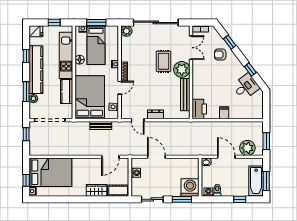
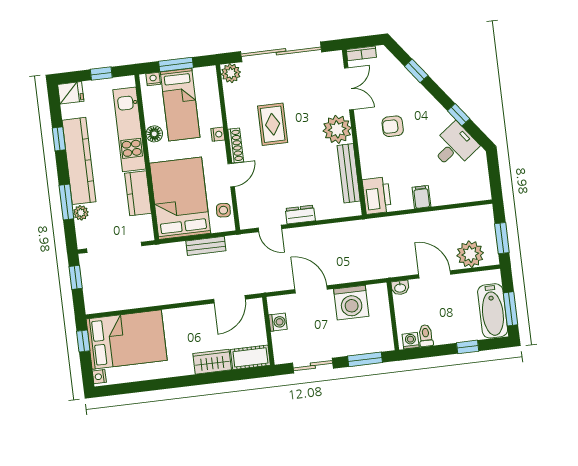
armchair: (220, 54) -> (393, 126), moved
rug: (164, 61) -> (273, 124), moved
window: (26, 180) -> (83, 341), moved
washing machine: (190, 187) -> (351, 303), moved, turned 180

